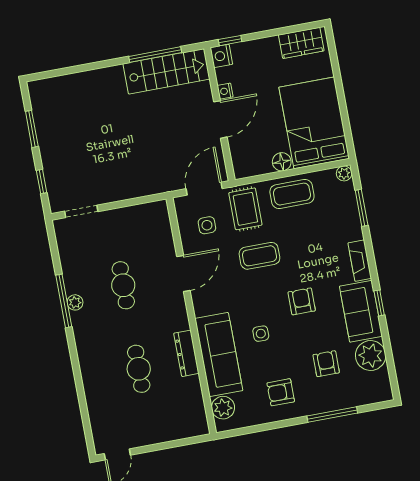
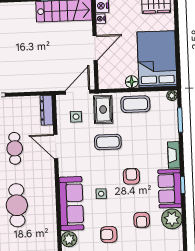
nightstand: (225, 91) -> (101, 19), moved
door: (183, 274) -> (56, 146), swing flipped
dresser: (186, 353) -> (47, 110), moved
armchair: (326, 364) -> (142, 220), turned 180
cafe table: (139, 369) -> (17, 205), width x1.37, depth x1.35

